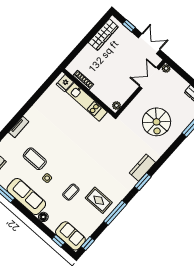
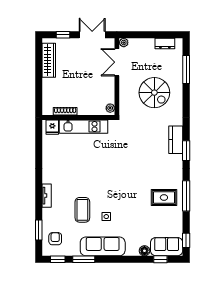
coffee table: (35, 159) -> (82, 210), turned 90
coffee table: (71, 192) -> (136, 211), removed
floor lamp: (43, 217) -> (144, 251), moved

